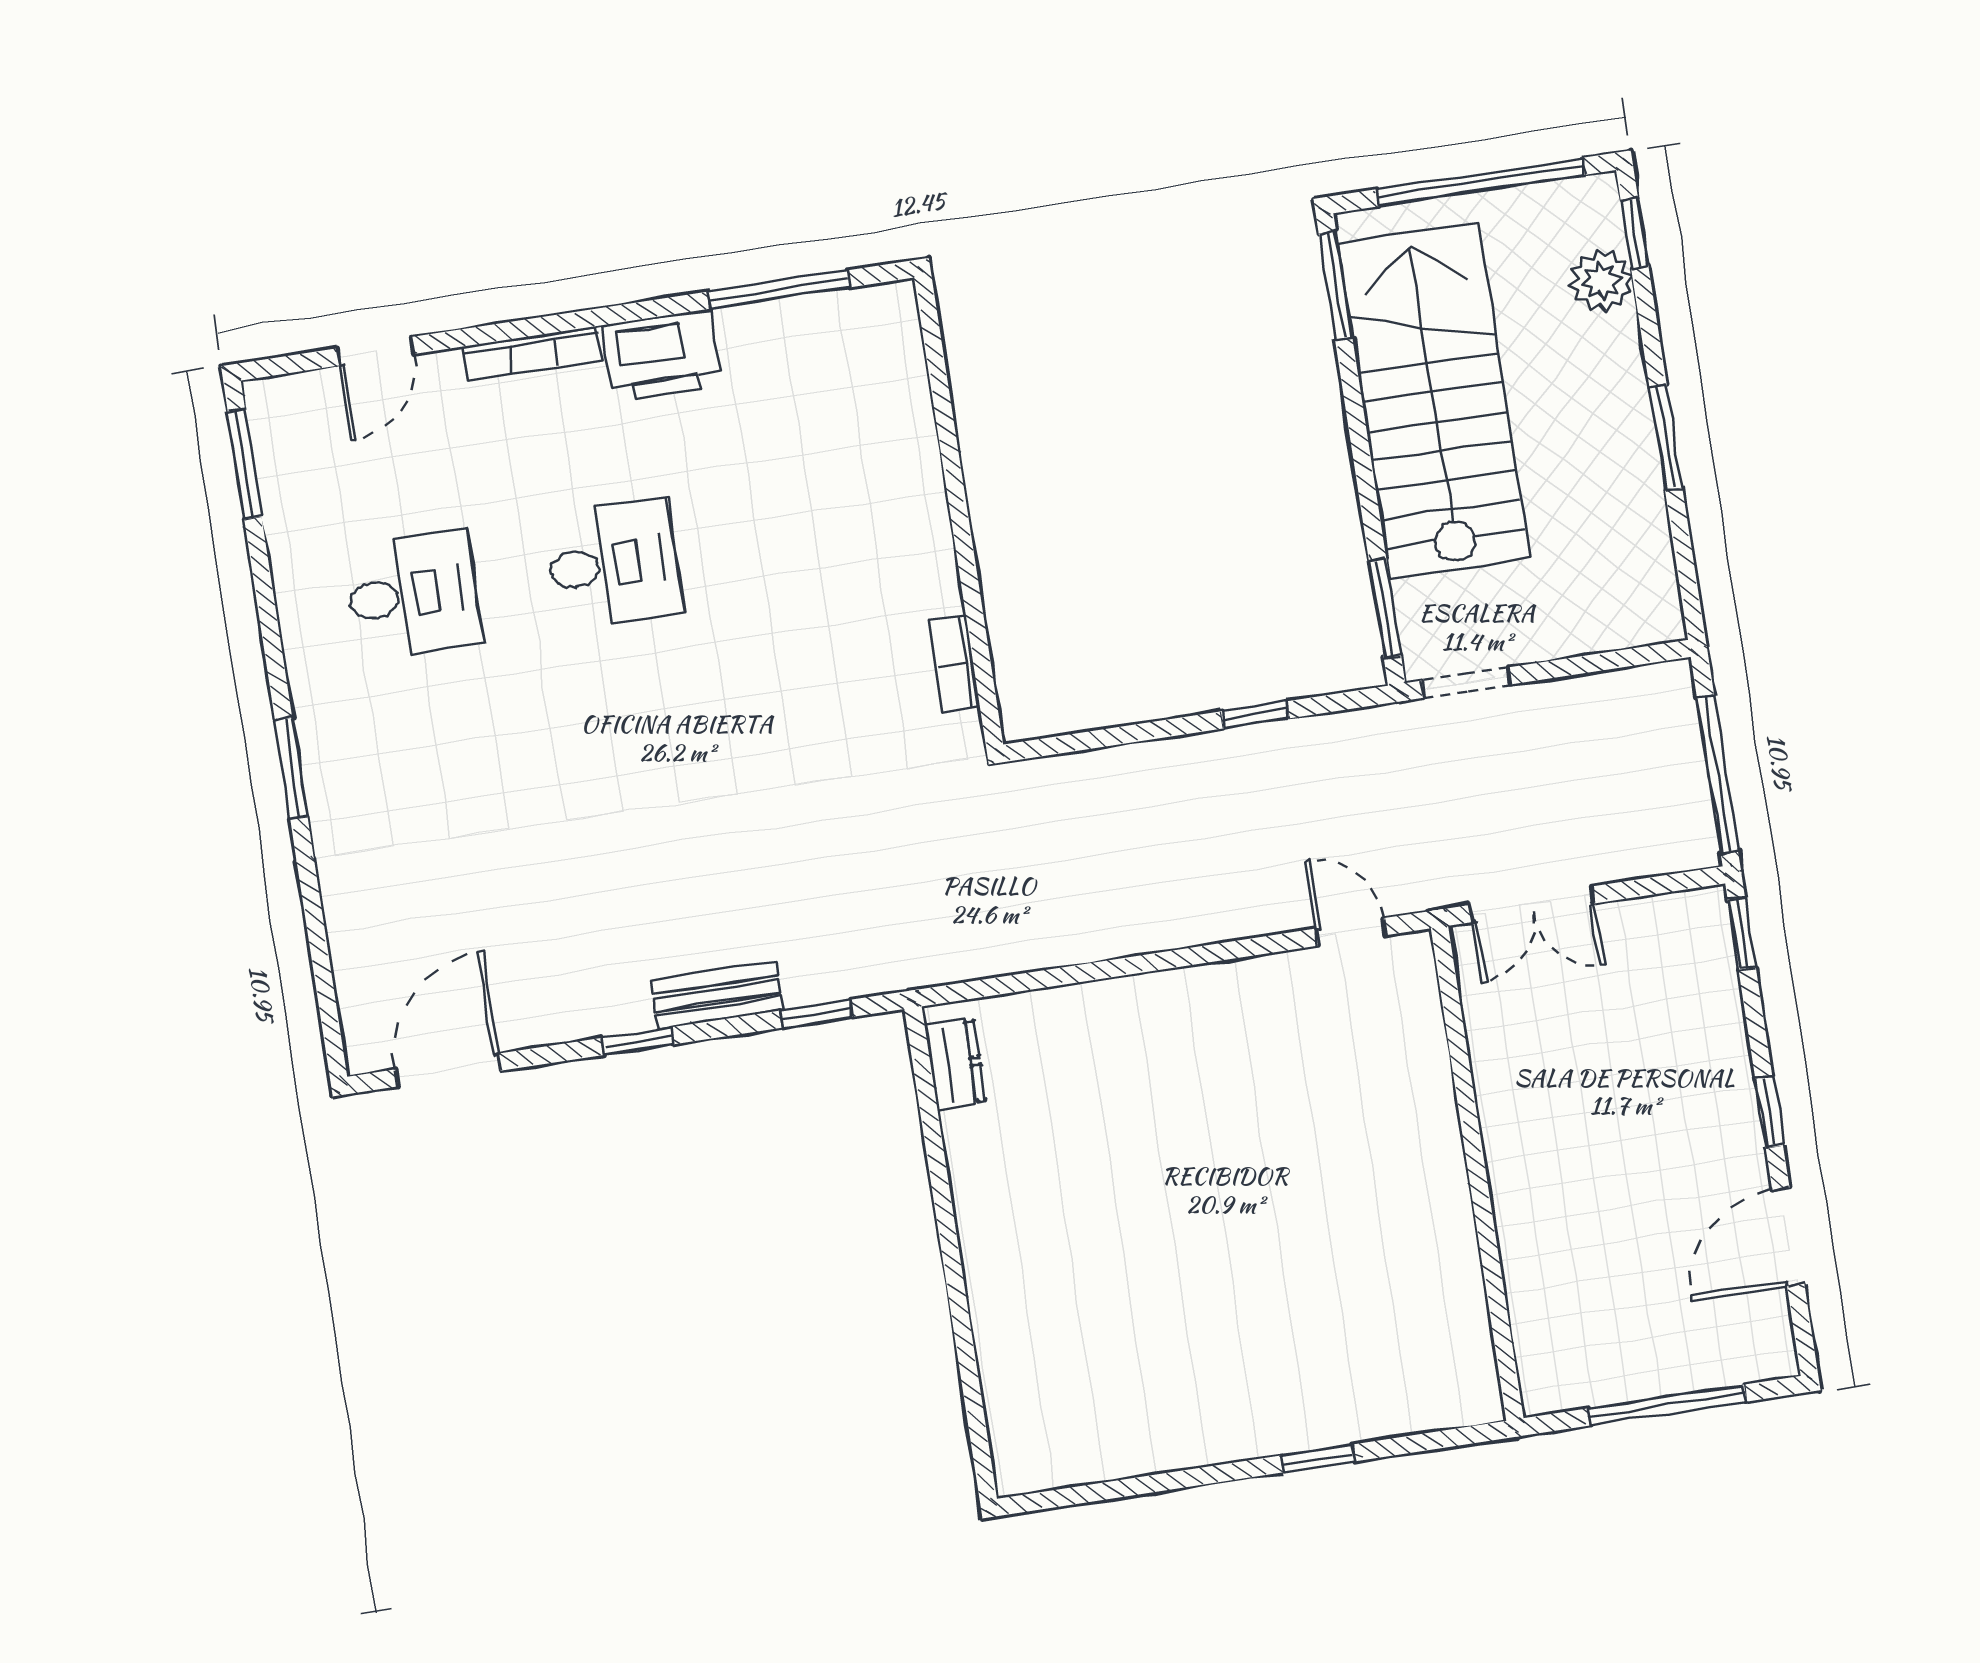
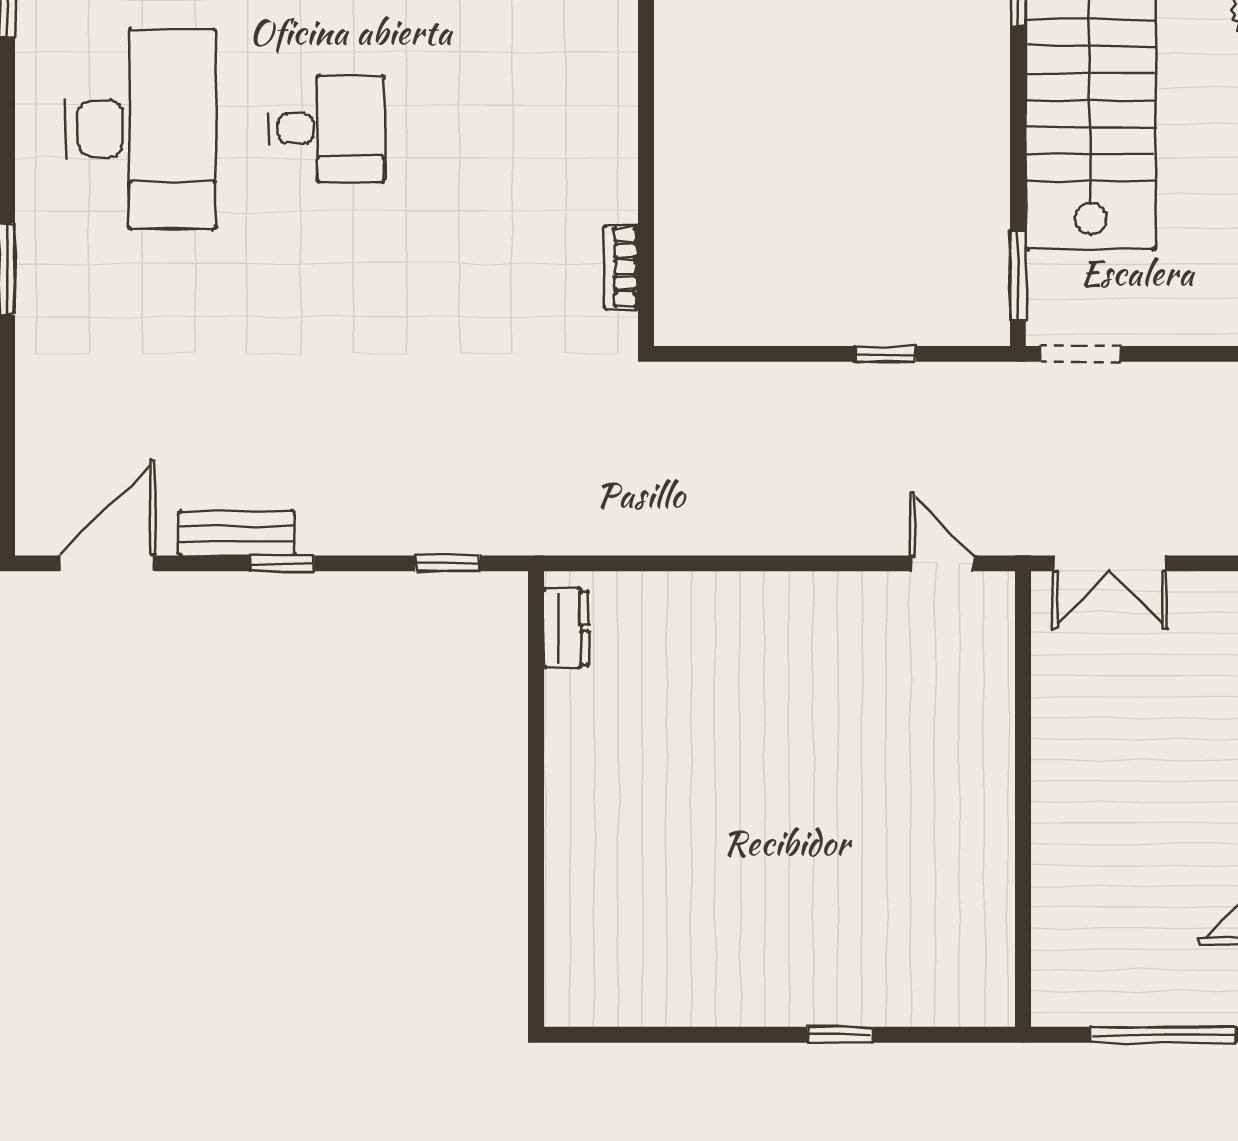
desk: (413, 595) -> (141, 129), width x1.87, depth x1.30
bench: (717, 996) -> (237, 533), moved

